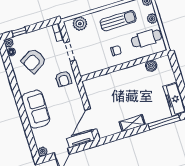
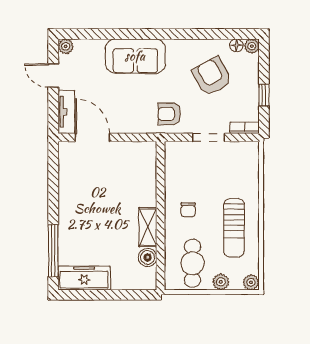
plant: (80, 24) -> (248, 166), removed
window: (19, 32) -> (264, 95), moved
shelving: (132, 123) -> (148, 227), moved

